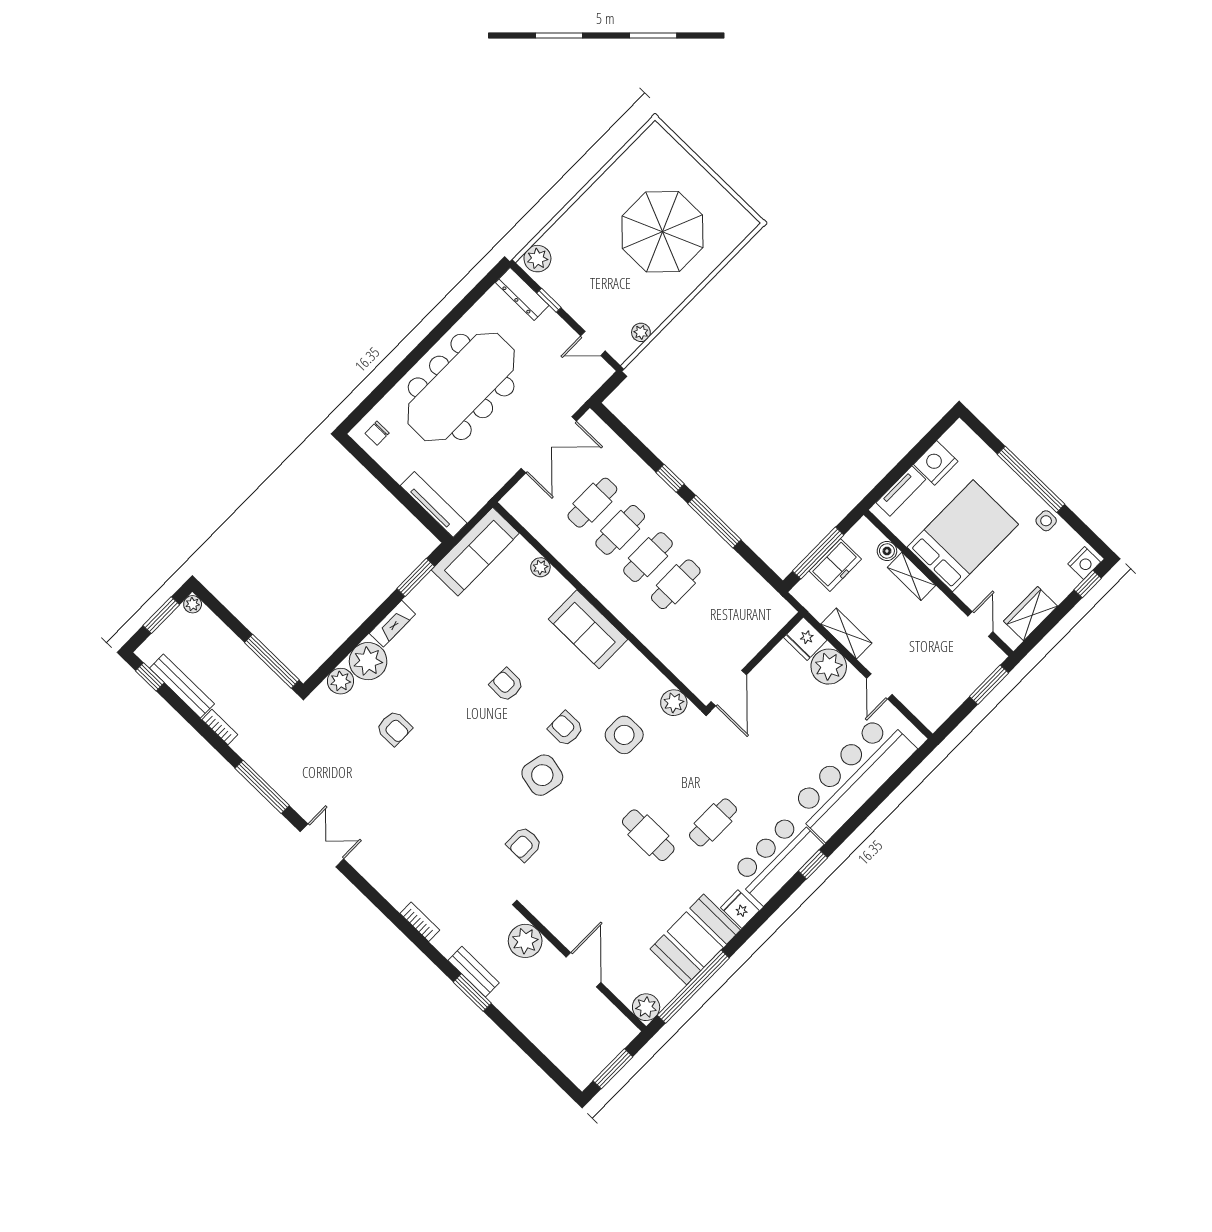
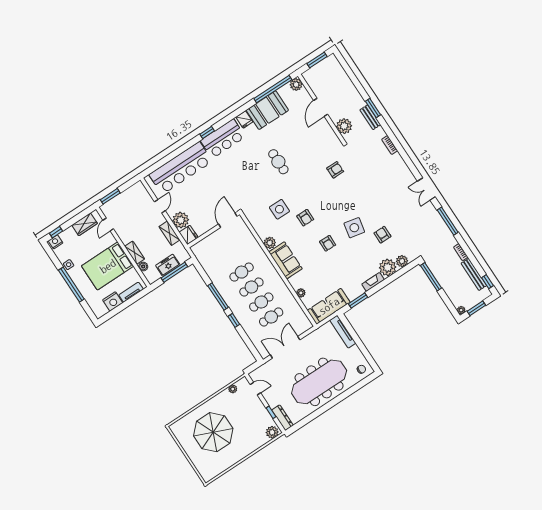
plant: (674, 703) -> (270, 243), moved
side table: (542, 775) -> (354, 228), moved
cafe table: (713, 822) -> (248, 161), removed

